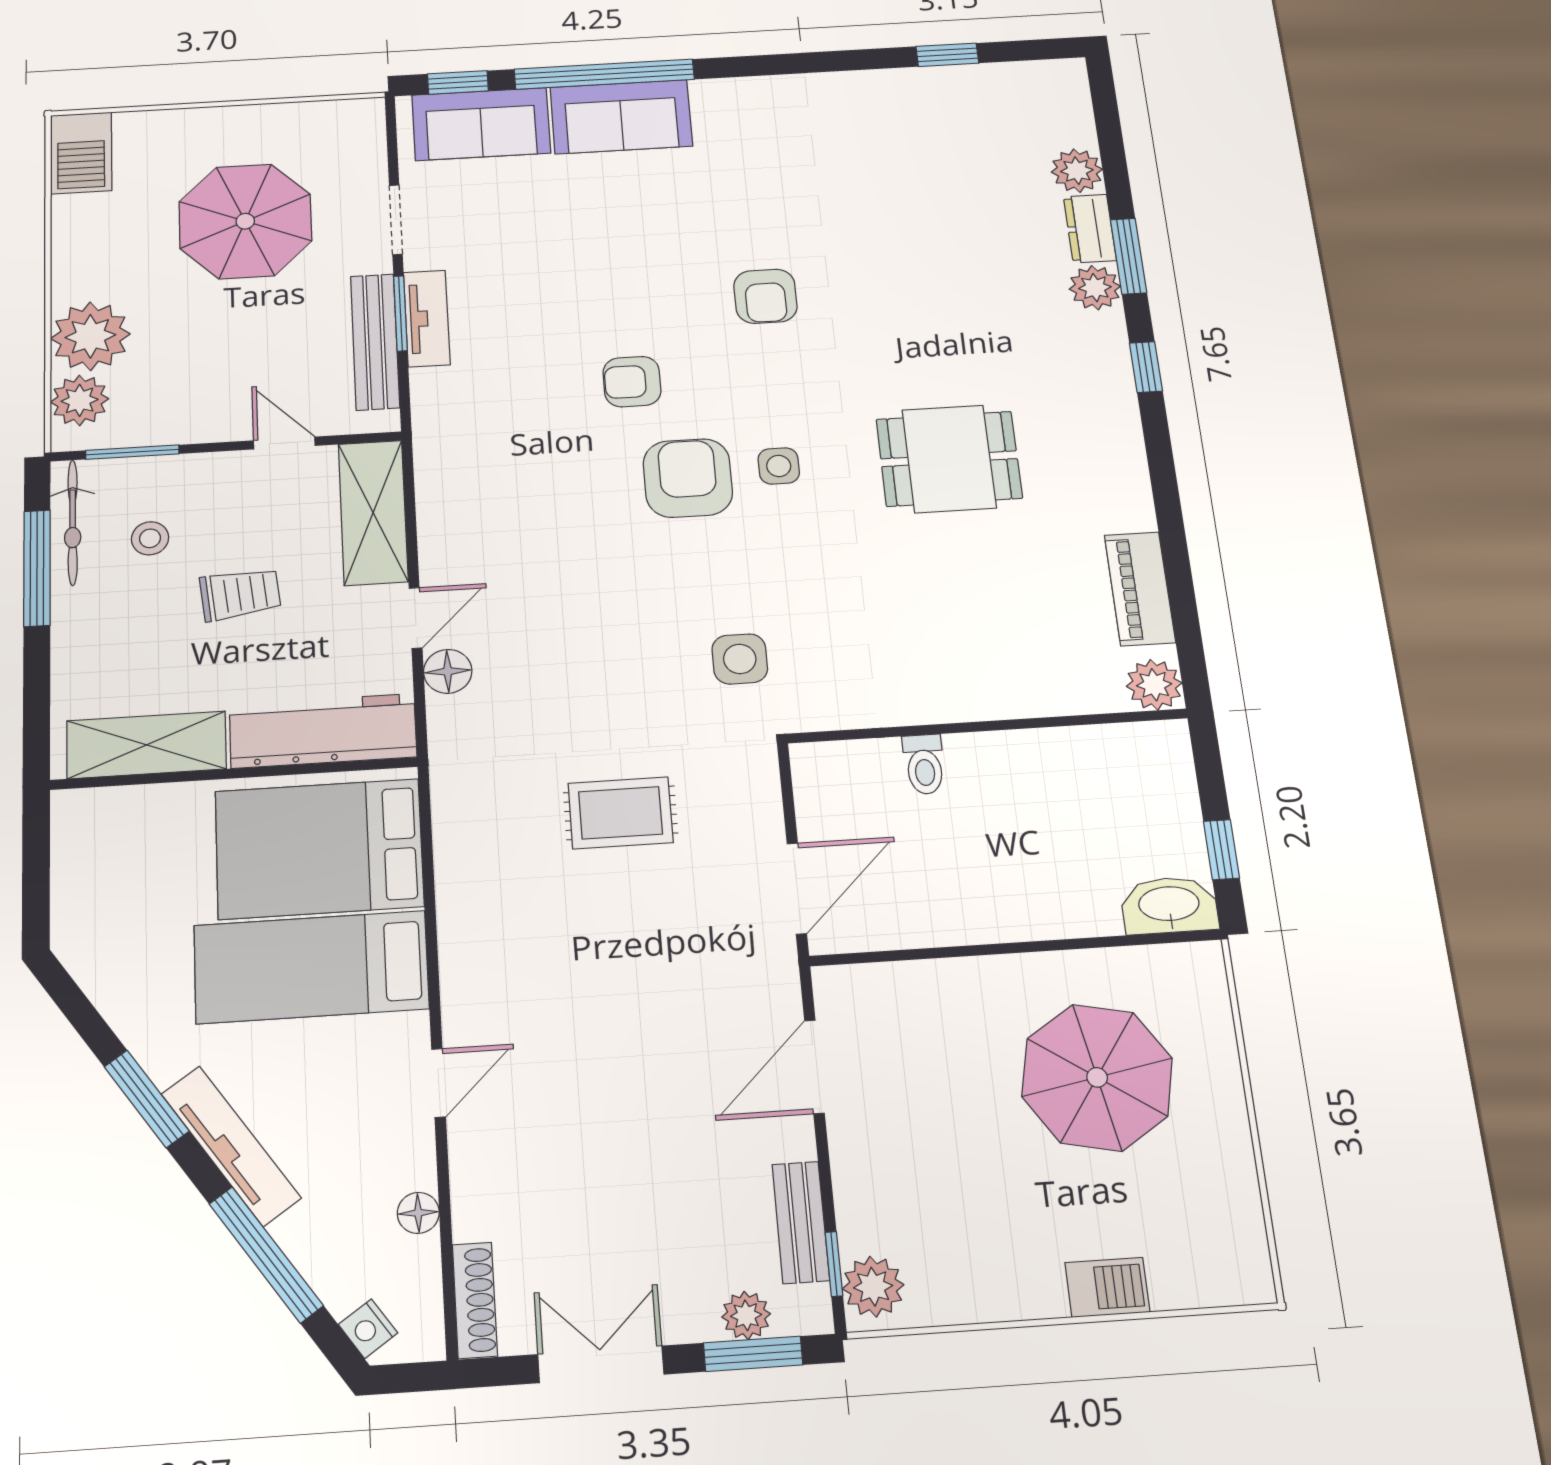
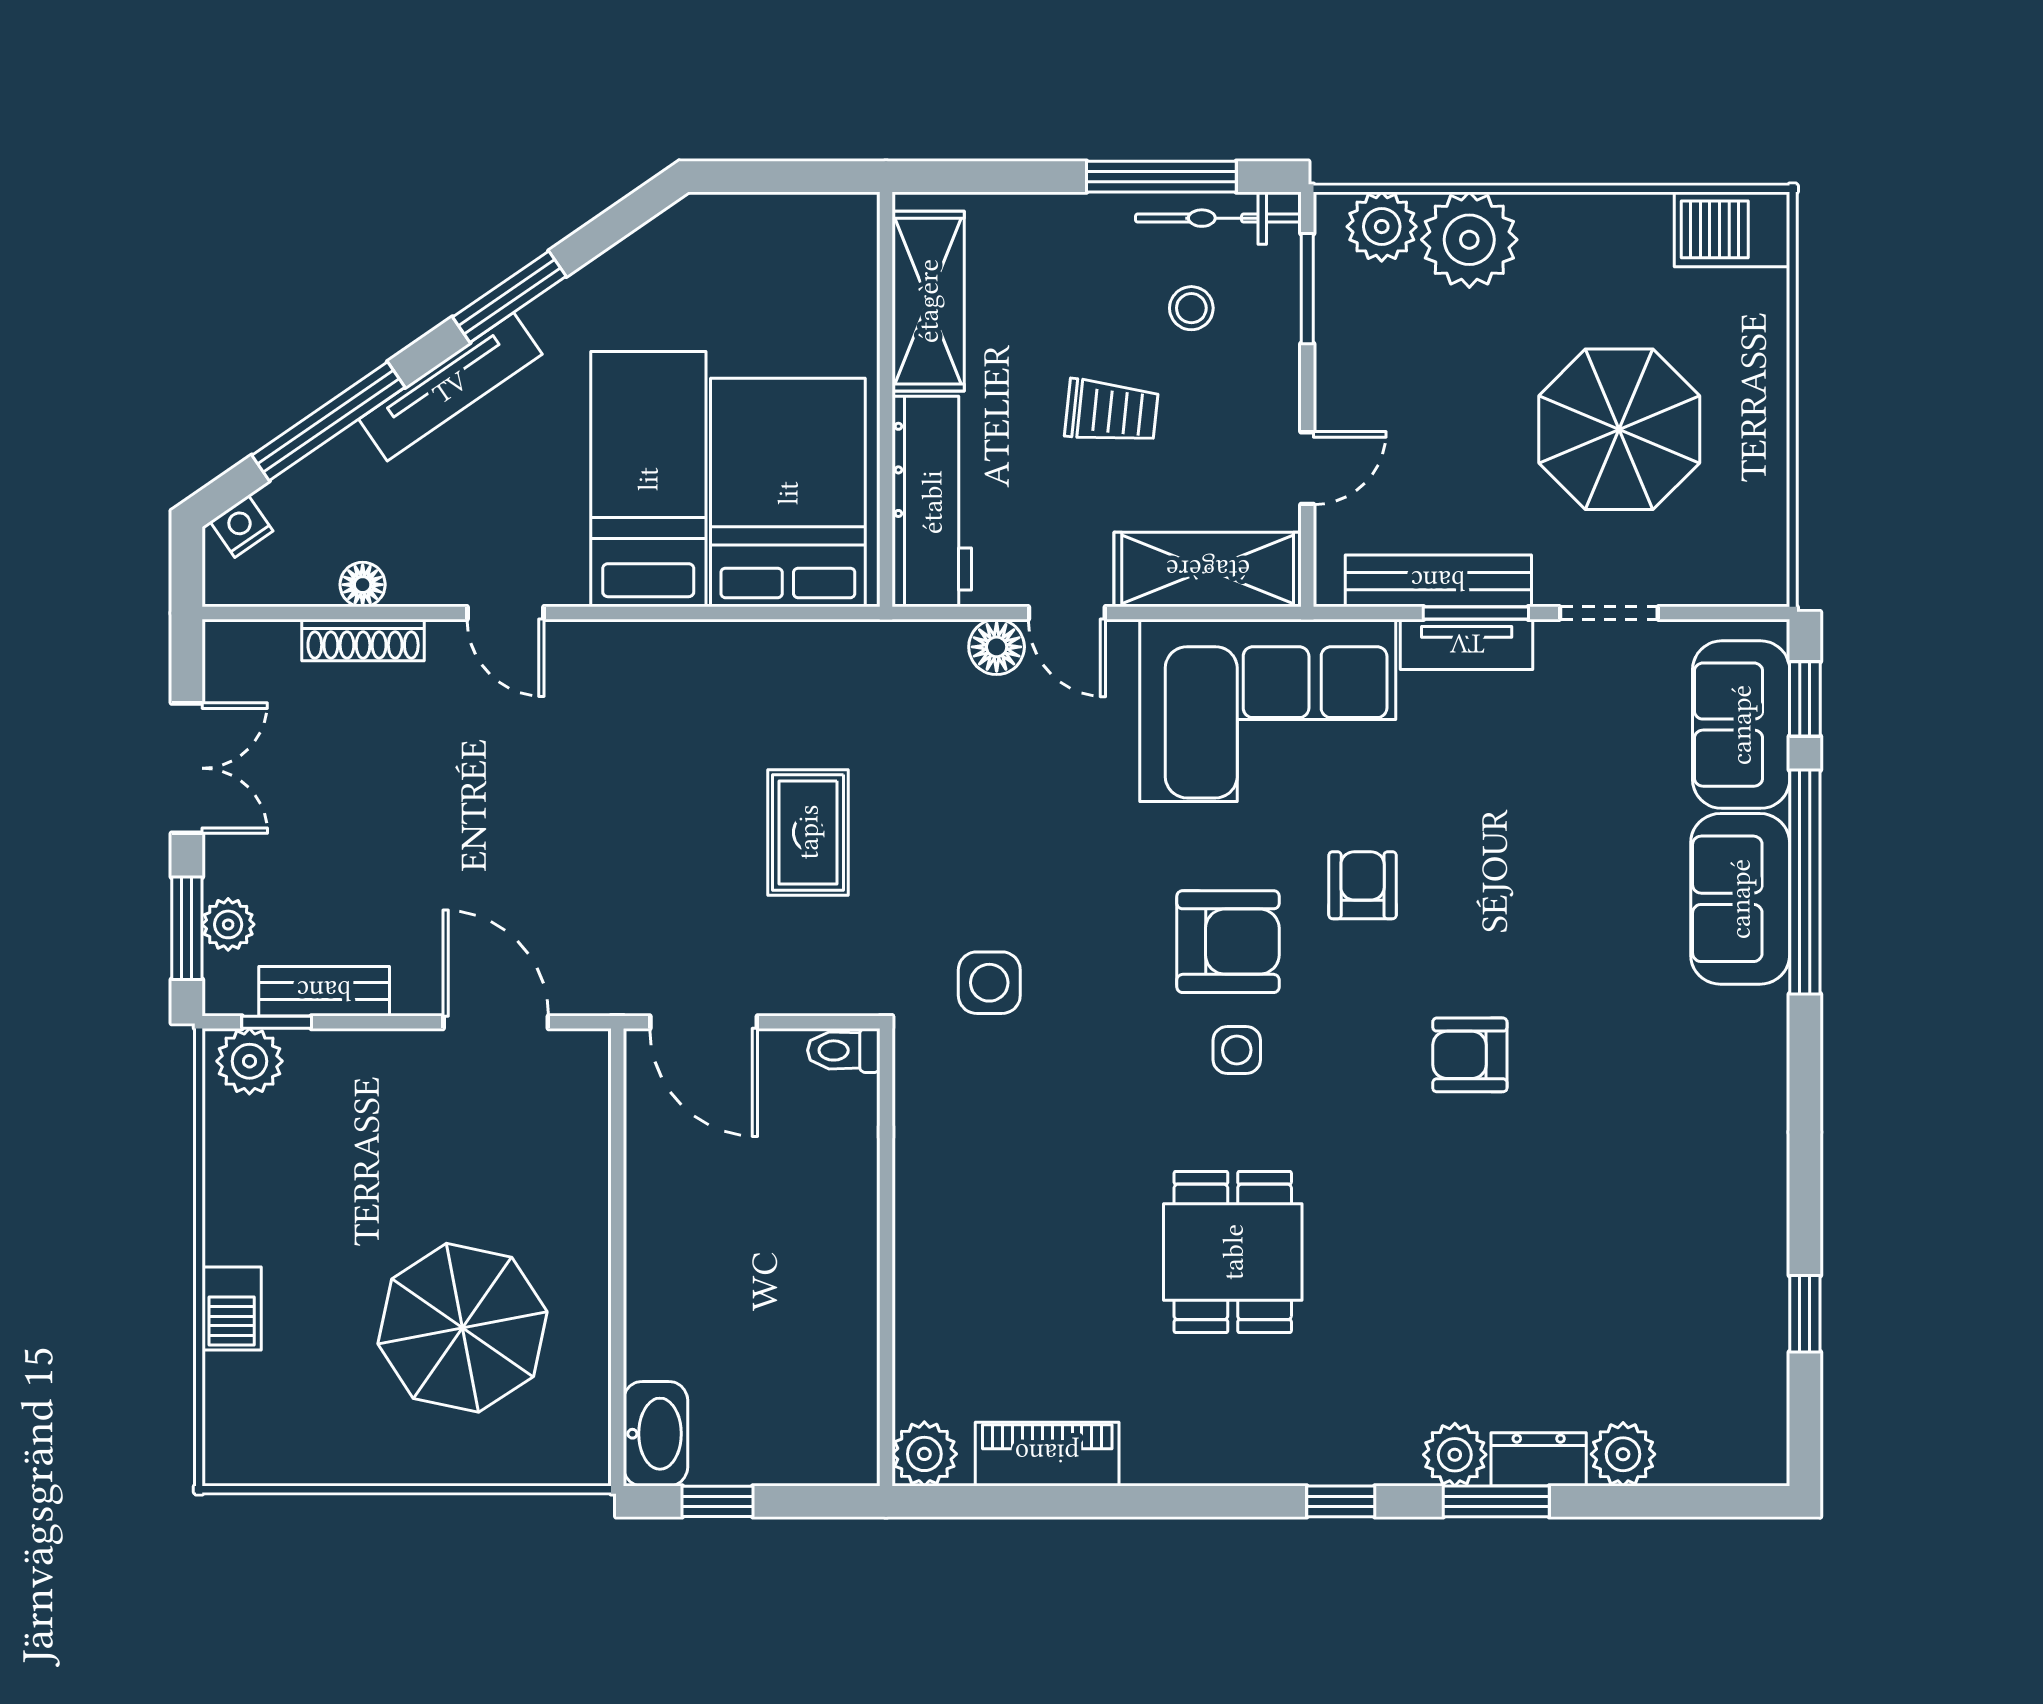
corner sofa: (490, 460) -> (1268, 710), added
trolley: (240, 594) -> (1112, 412), turned -78
toilet: (924, 764) -> (844, 1050), moved
shoe rack: (475, 1300) -> (363, 640), moved

